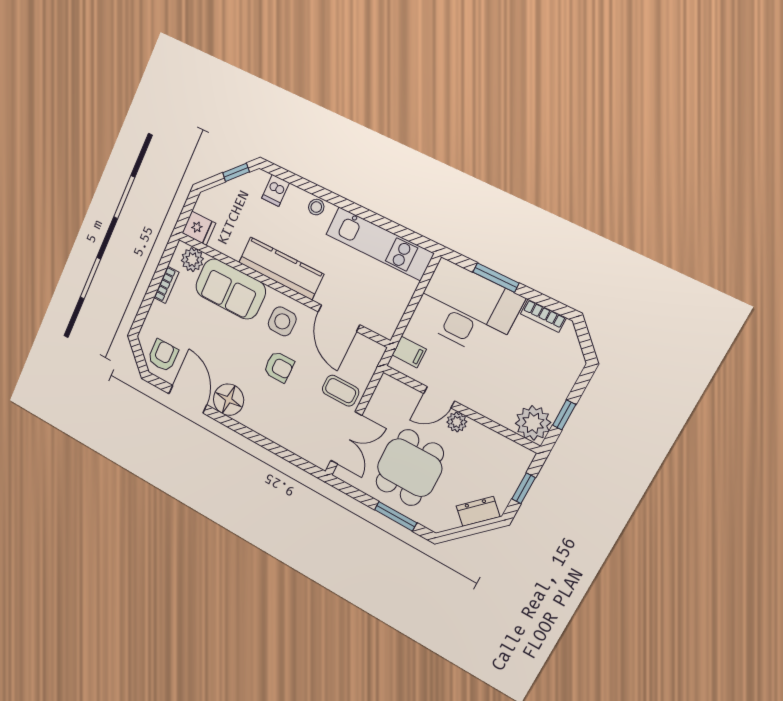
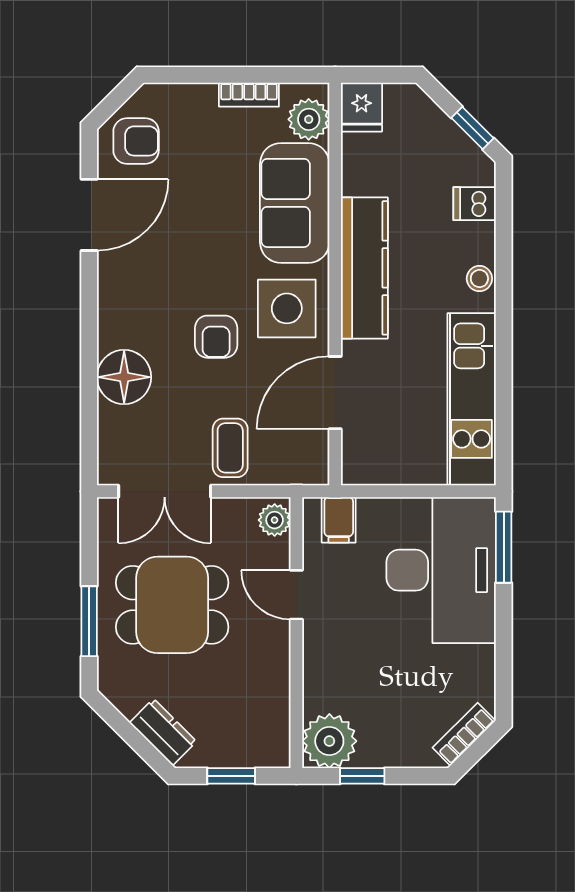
window: (496, 278) -> (504, 547), moved
bookcase: (543, 316) -> (464, 734), moved, turned 45
side table: (282, 321) -> (287, 308), width x1.37, depth x1.37
floor lamp: (229, 400) -> (124, 377), moved
plant: (457, 422) -> (275, 520), moved

